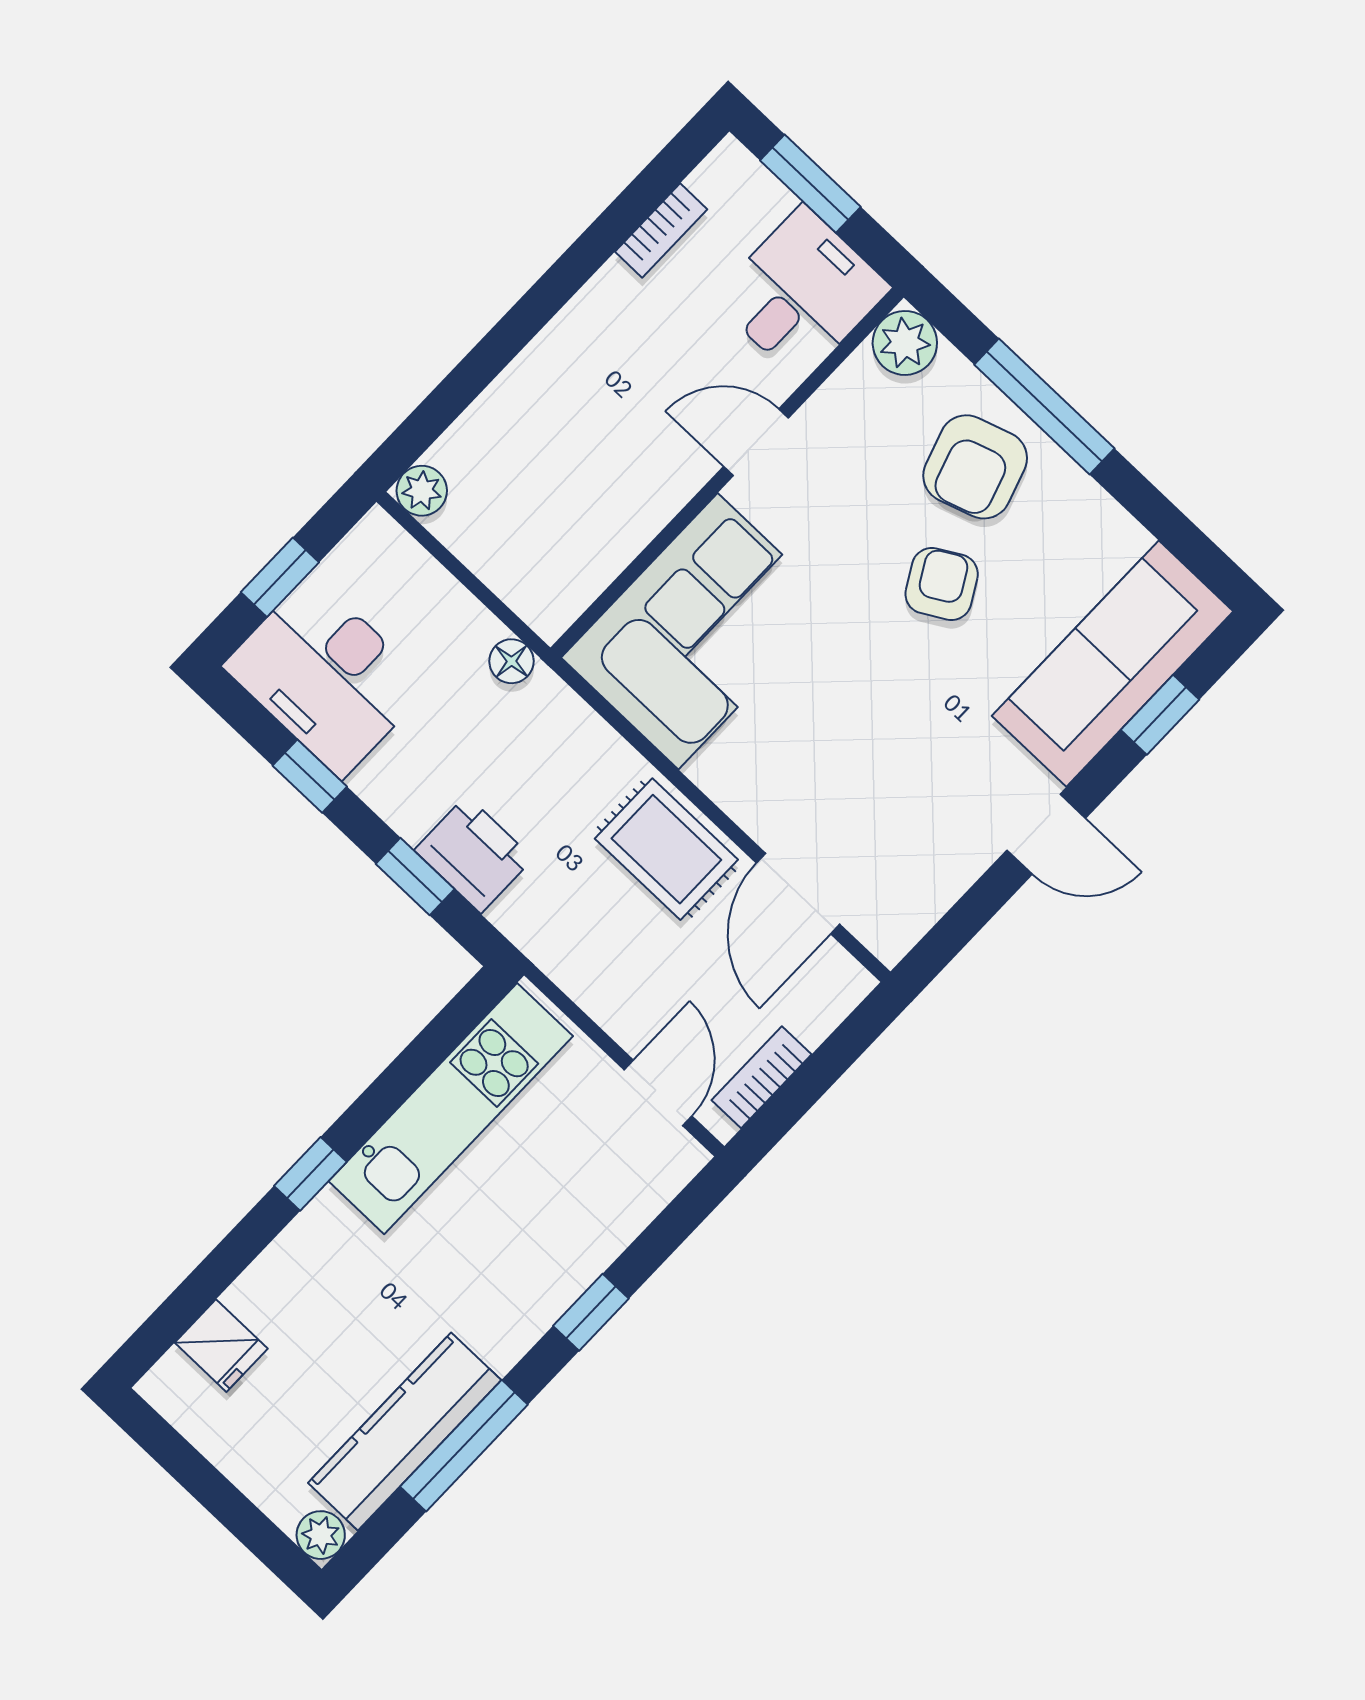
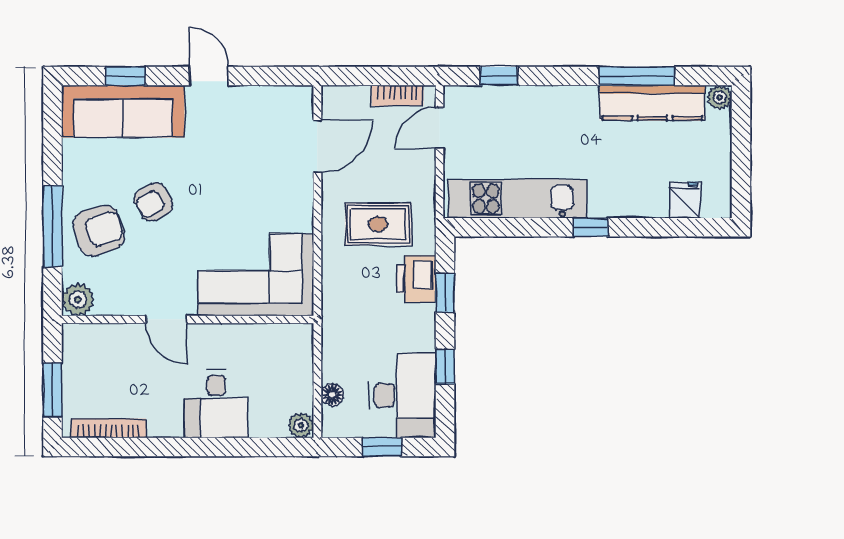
bookcase: (661, 231) -> (108, 428), width x1.56
desk: (802, 293) -> (216, 404), moved, turned -90
floor lamp: (512, 661) -> (332, 395), moved
rug: (666, 849) -> (378, 224), moved, turned 90
window: (591, 1312) -> (499, 76), moved

